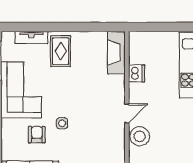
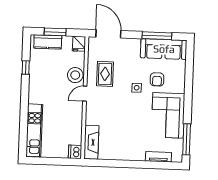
rug: (61, 51) -> (105, 74), moved
dishwasher: (137, 73) -> (75, 152), moved

